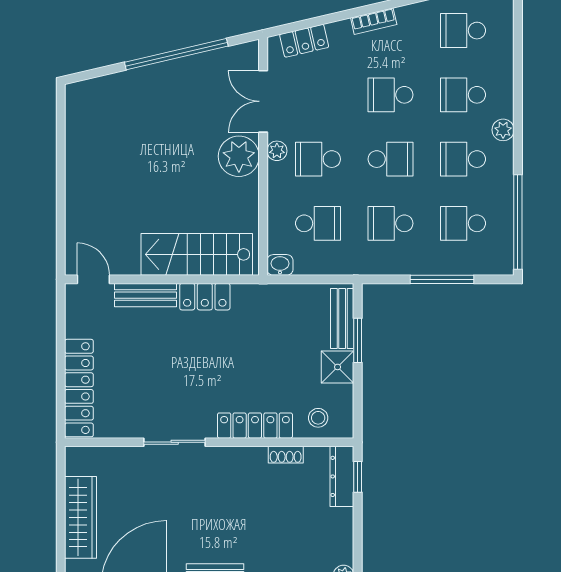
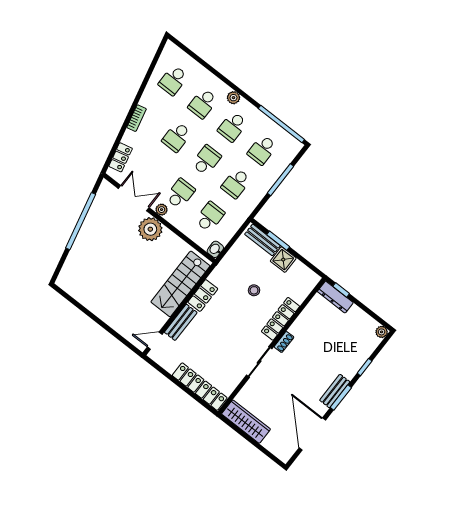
double door: (263, 101) -> (134, 198), swing flipped
school desk: (318, 159) -> (180, 194), turned 180
stool: (318, 418) -> (254, 290), moved
shoe rack: (286, 455) -> (284, 342), moved
wardrobe: (81, 517) -> (246, 422), moved

